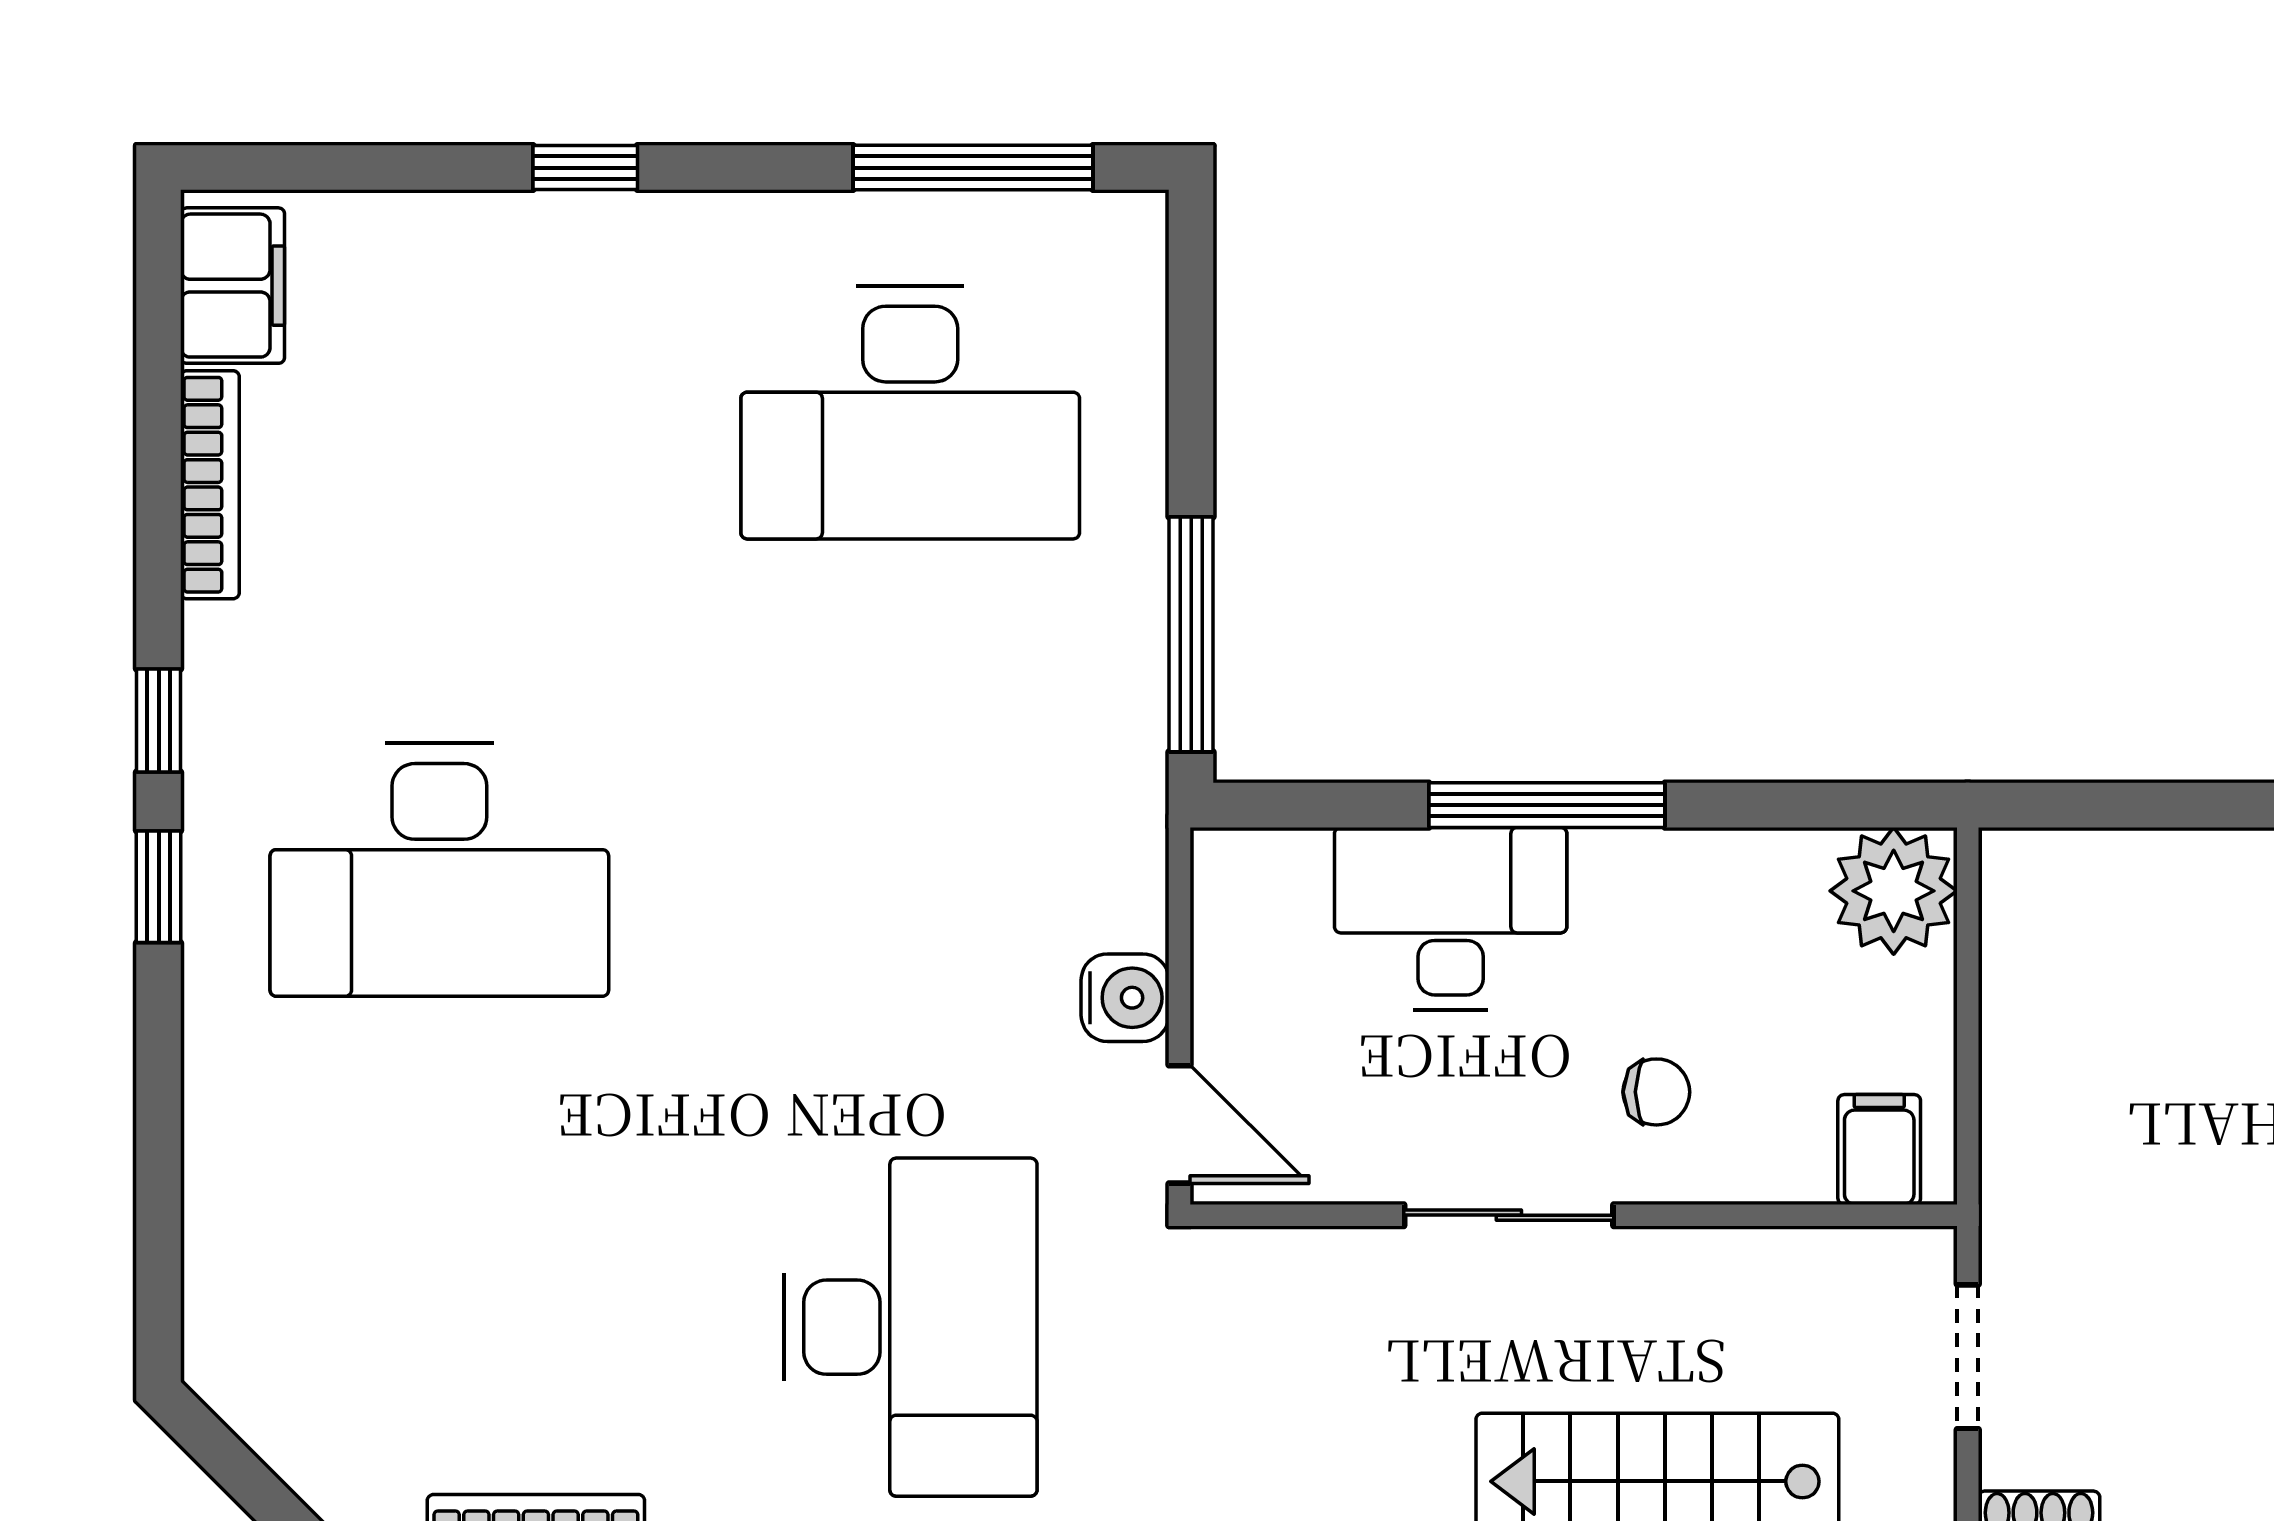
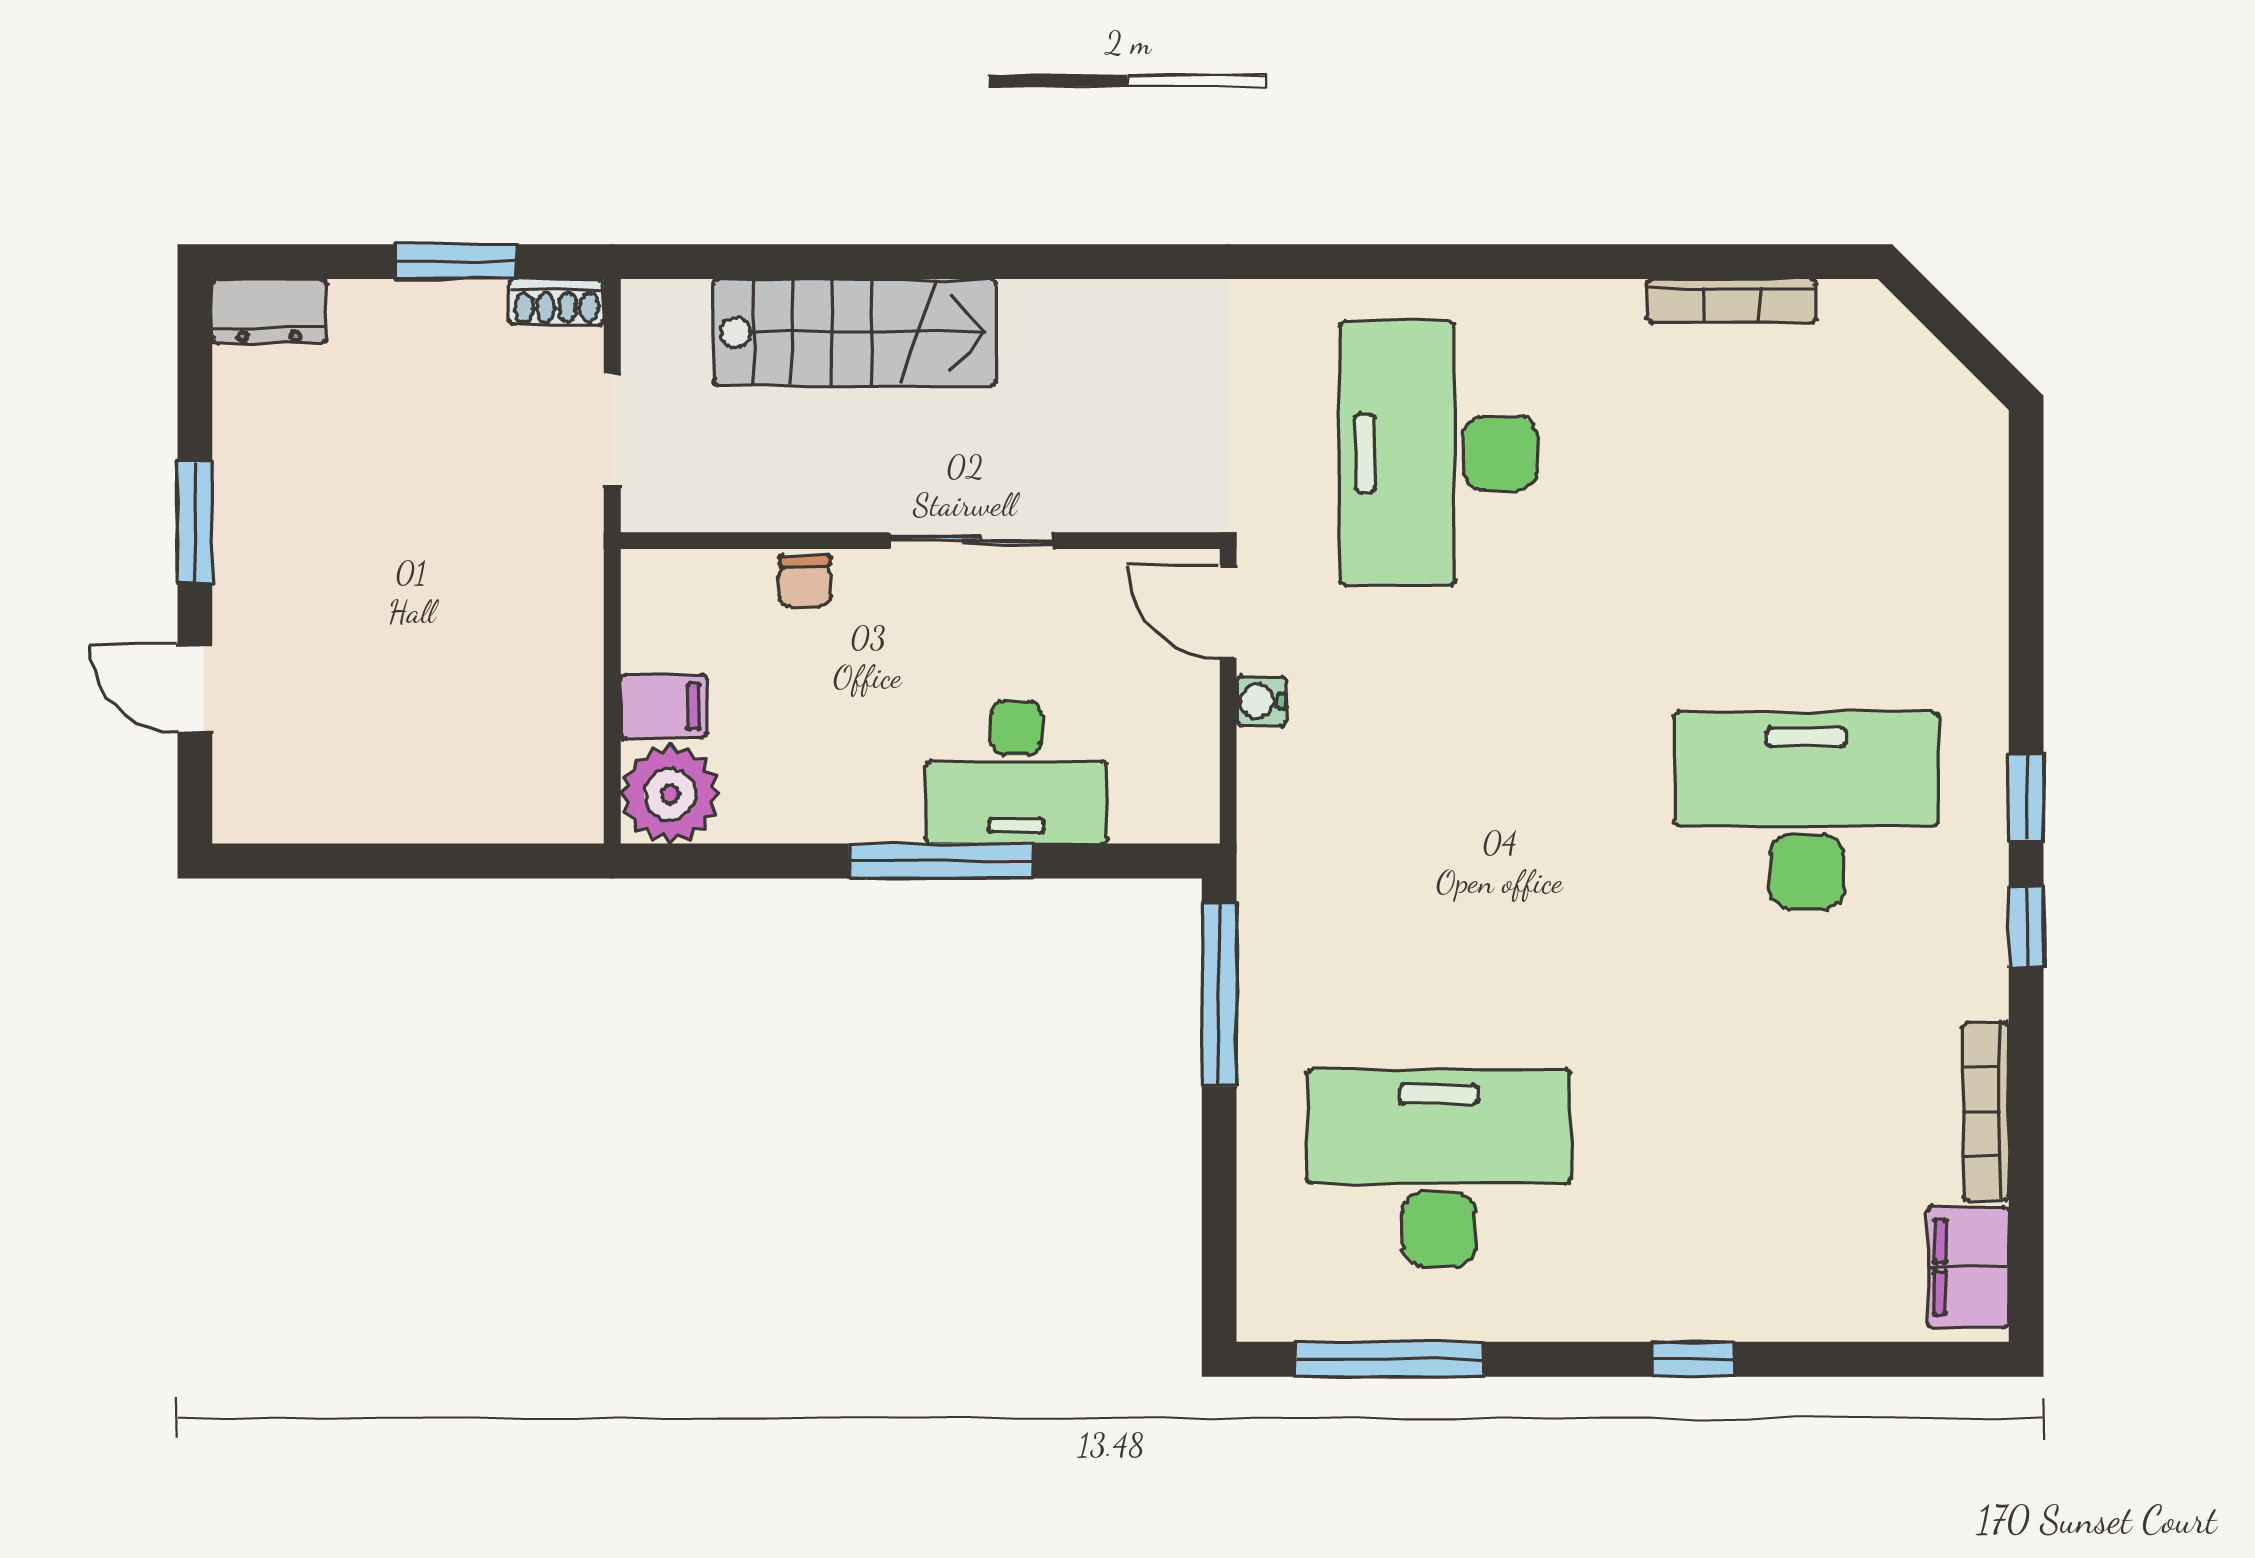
water cooler: (1125, 998) -> (1261, 701), width x0.72, depth x0.72
chair: (1656, 1092) -> (805, 581), moved, turned -90
filing cabinet: (1879, 1149) -> (664, 707), moved, turned -90

